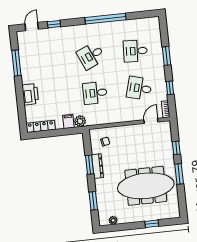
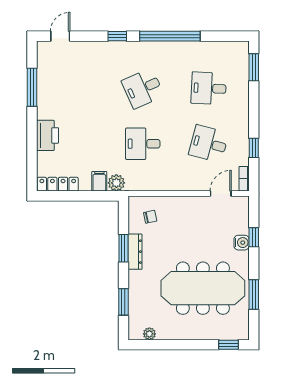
window: (54, 24) -> (117, 36), moved
window: (166, 56) -> (254, 67), moved
water cooler: (169, 152) -> (242, 243), added
window: (179, 174) -> (254, 294), moved
window: (152, 224) -> (228, 345), moved

